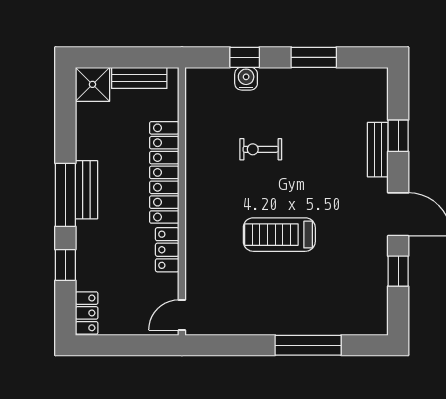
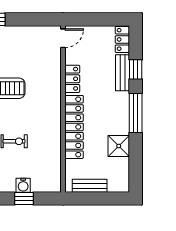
shower: (92, 84) -> (119, 146), moved
bench: (86, 190) -> (122, 73), moved

